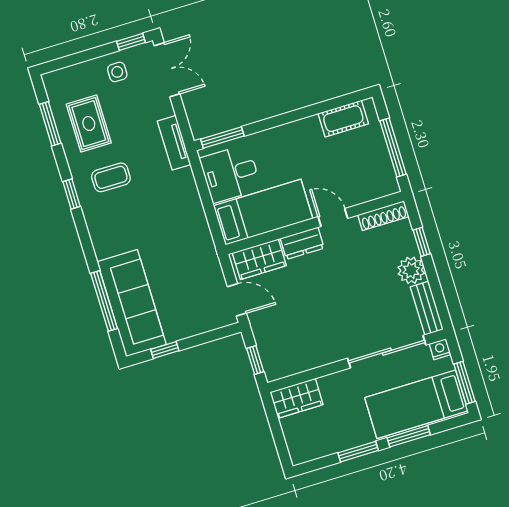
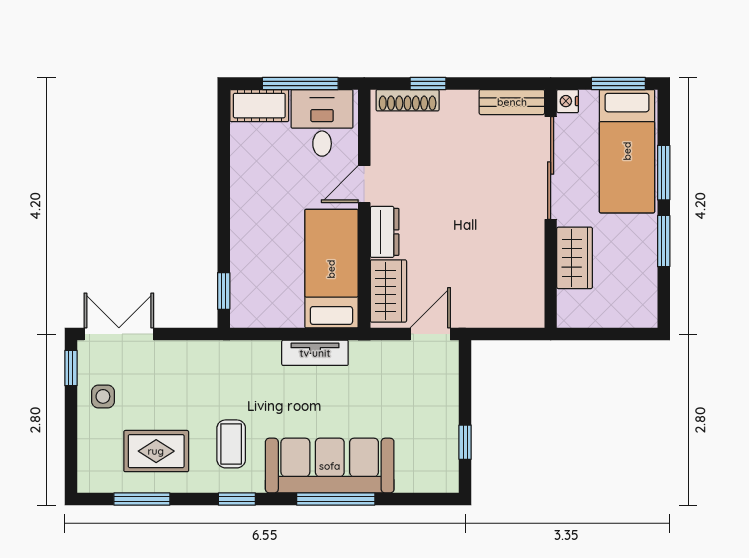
cot: (343, 119) -> (259, 106), moved, turned 90
window: (222, 138) -> (224, 291), width x0.67
tv unit: (174, 143) -> (315, 353), moved
desk: (230, 174) -> (322, 123), moved, turned 180
shoe rack: (383, 216) -> (408, 100), moved, turned 90
plant: (411, 270) -> (459, 107), removed
window: (104, 301) -> (336, 499), moved
sofa: (132, 303) -> (330, 466), moved
window: (255, 360) -> (512, 334), removed
wardrobe: (297, 398) -> (575, 258), moved

